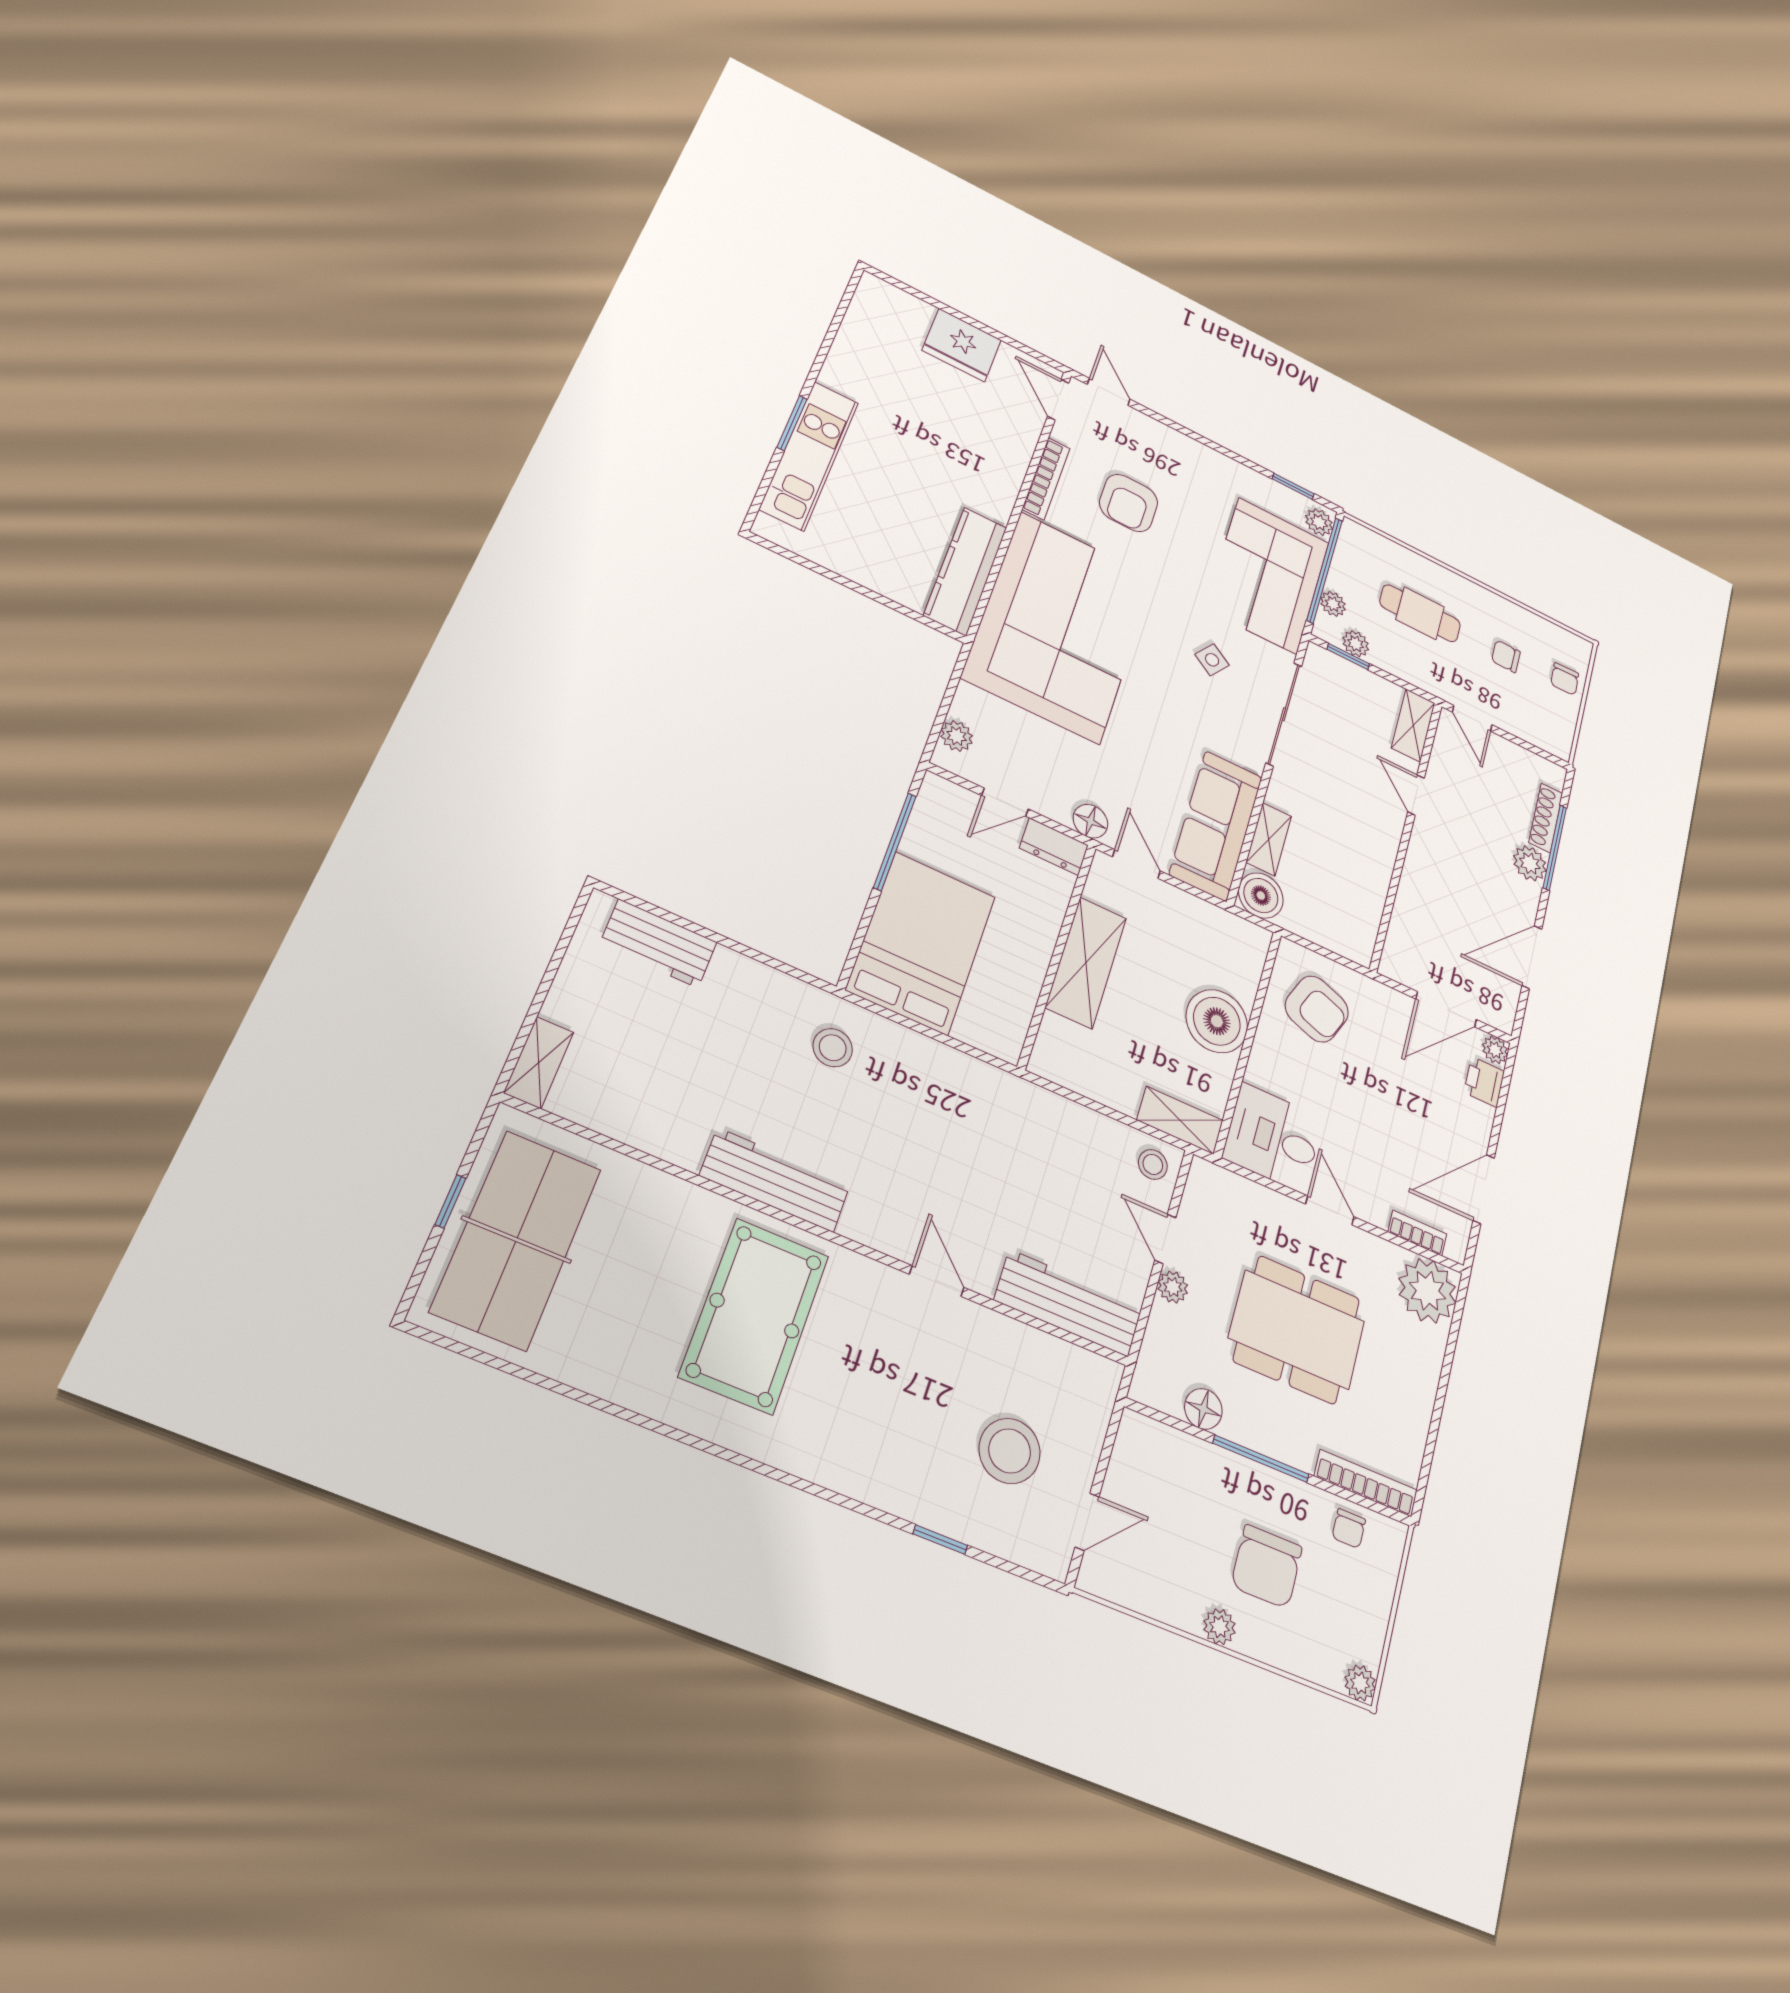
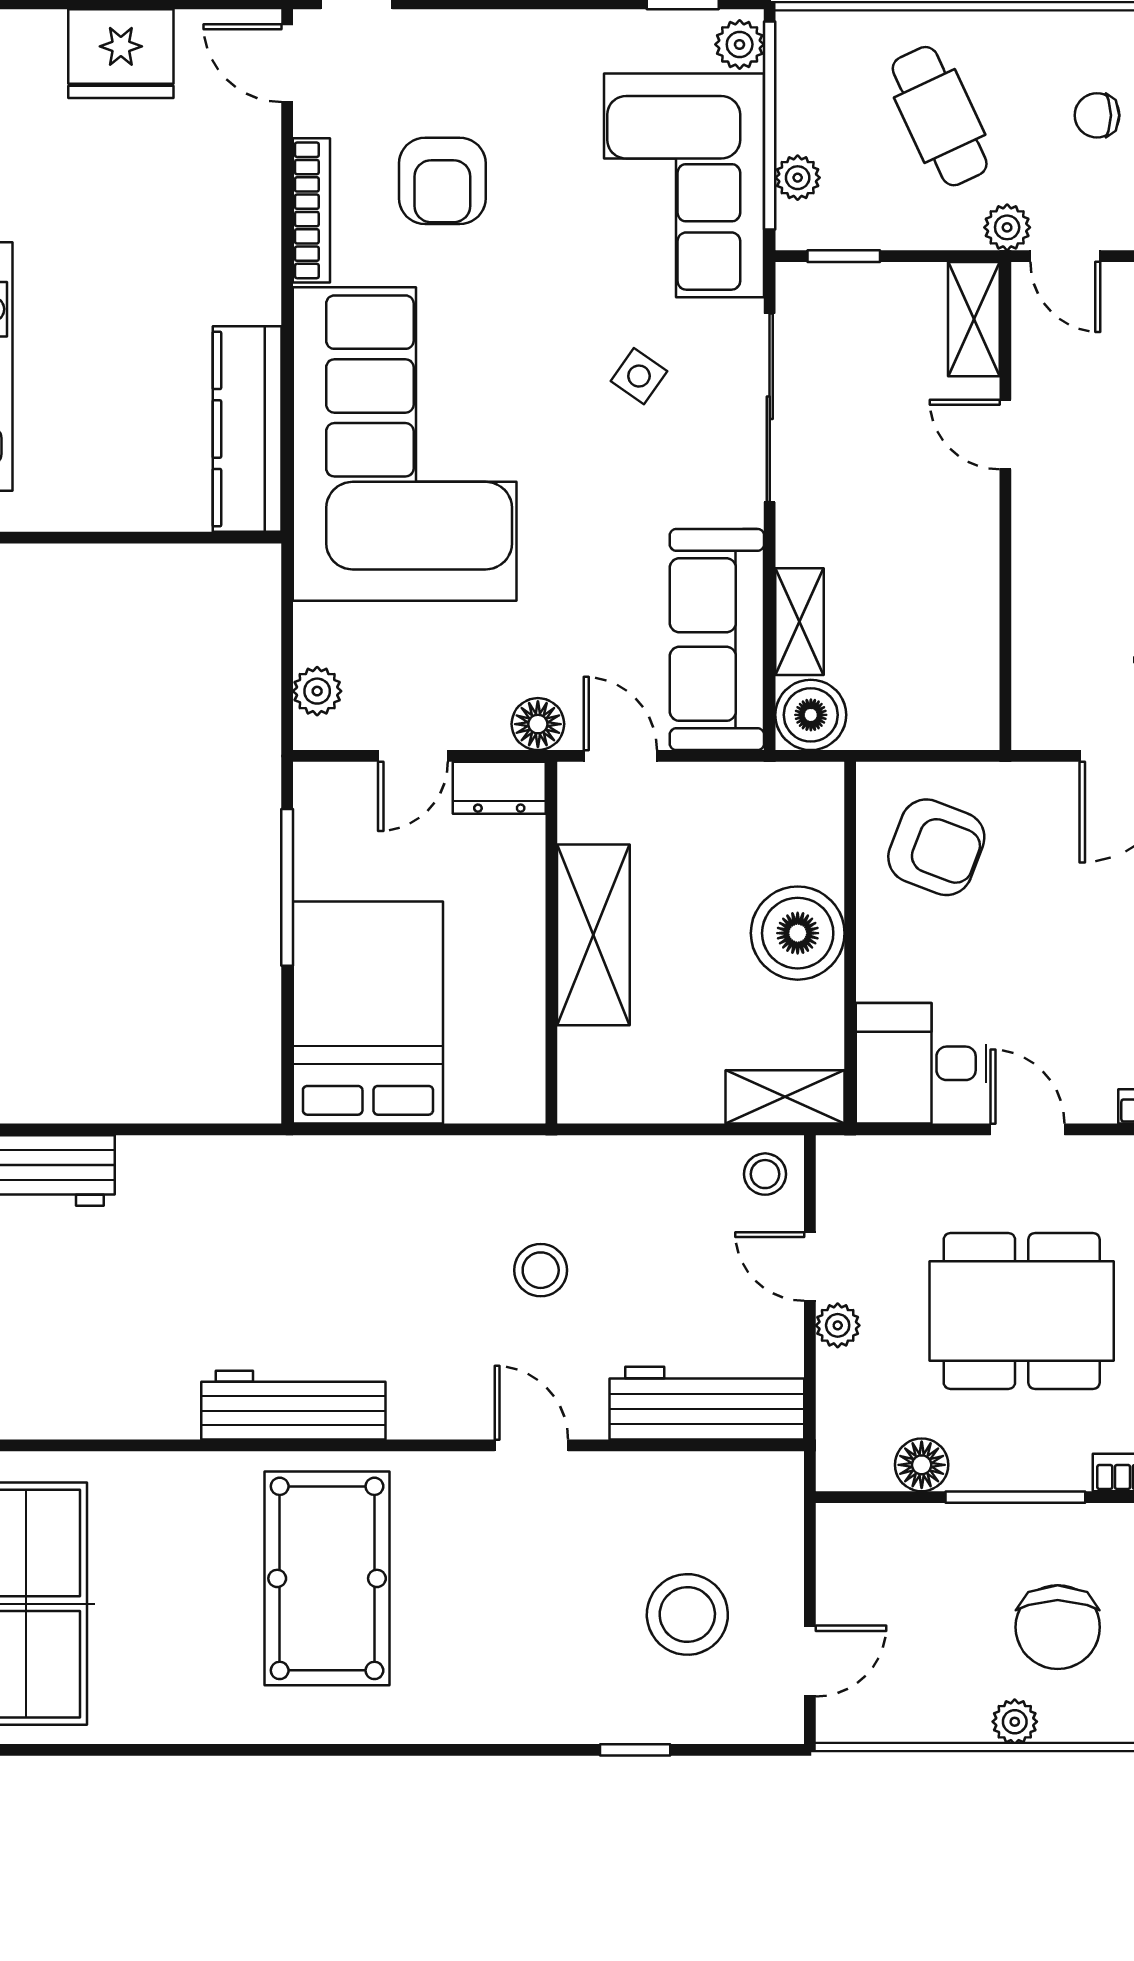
cafe table: (1420, 613) -> (940, 116), turned 65
plant: (1356, 644) -> (1007, 227), moved
stool: (833, 1048) -> (541, 1270), moved

